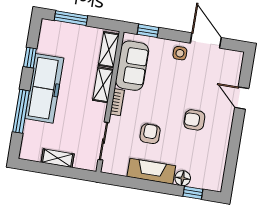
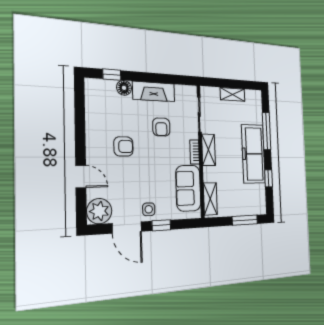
window: (148, 31) -> (161, 225), moved
plant: (230, 62) -> (99, 211), added
shelving: (103, 85) -> (208, 150), moved

